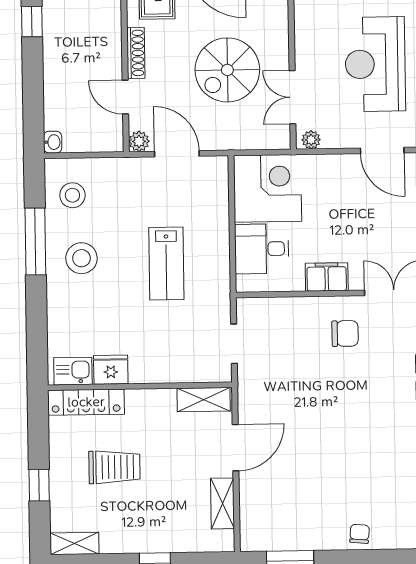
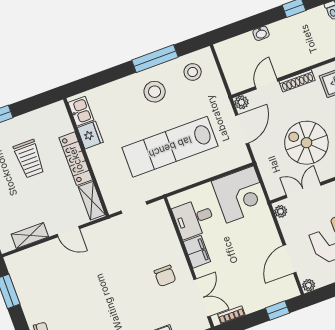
washbasin: (53, 142) -> (261, 33), moved
desk: (262, 249) -> (194, 218), moved, turned -90
lab bench: (166, 263) -> (170, 147), width x1.86, depth x1.39
locker: (86, 402) -> (76, 159), moved
door: (236, 448) -> (68, 232), width x0.73

